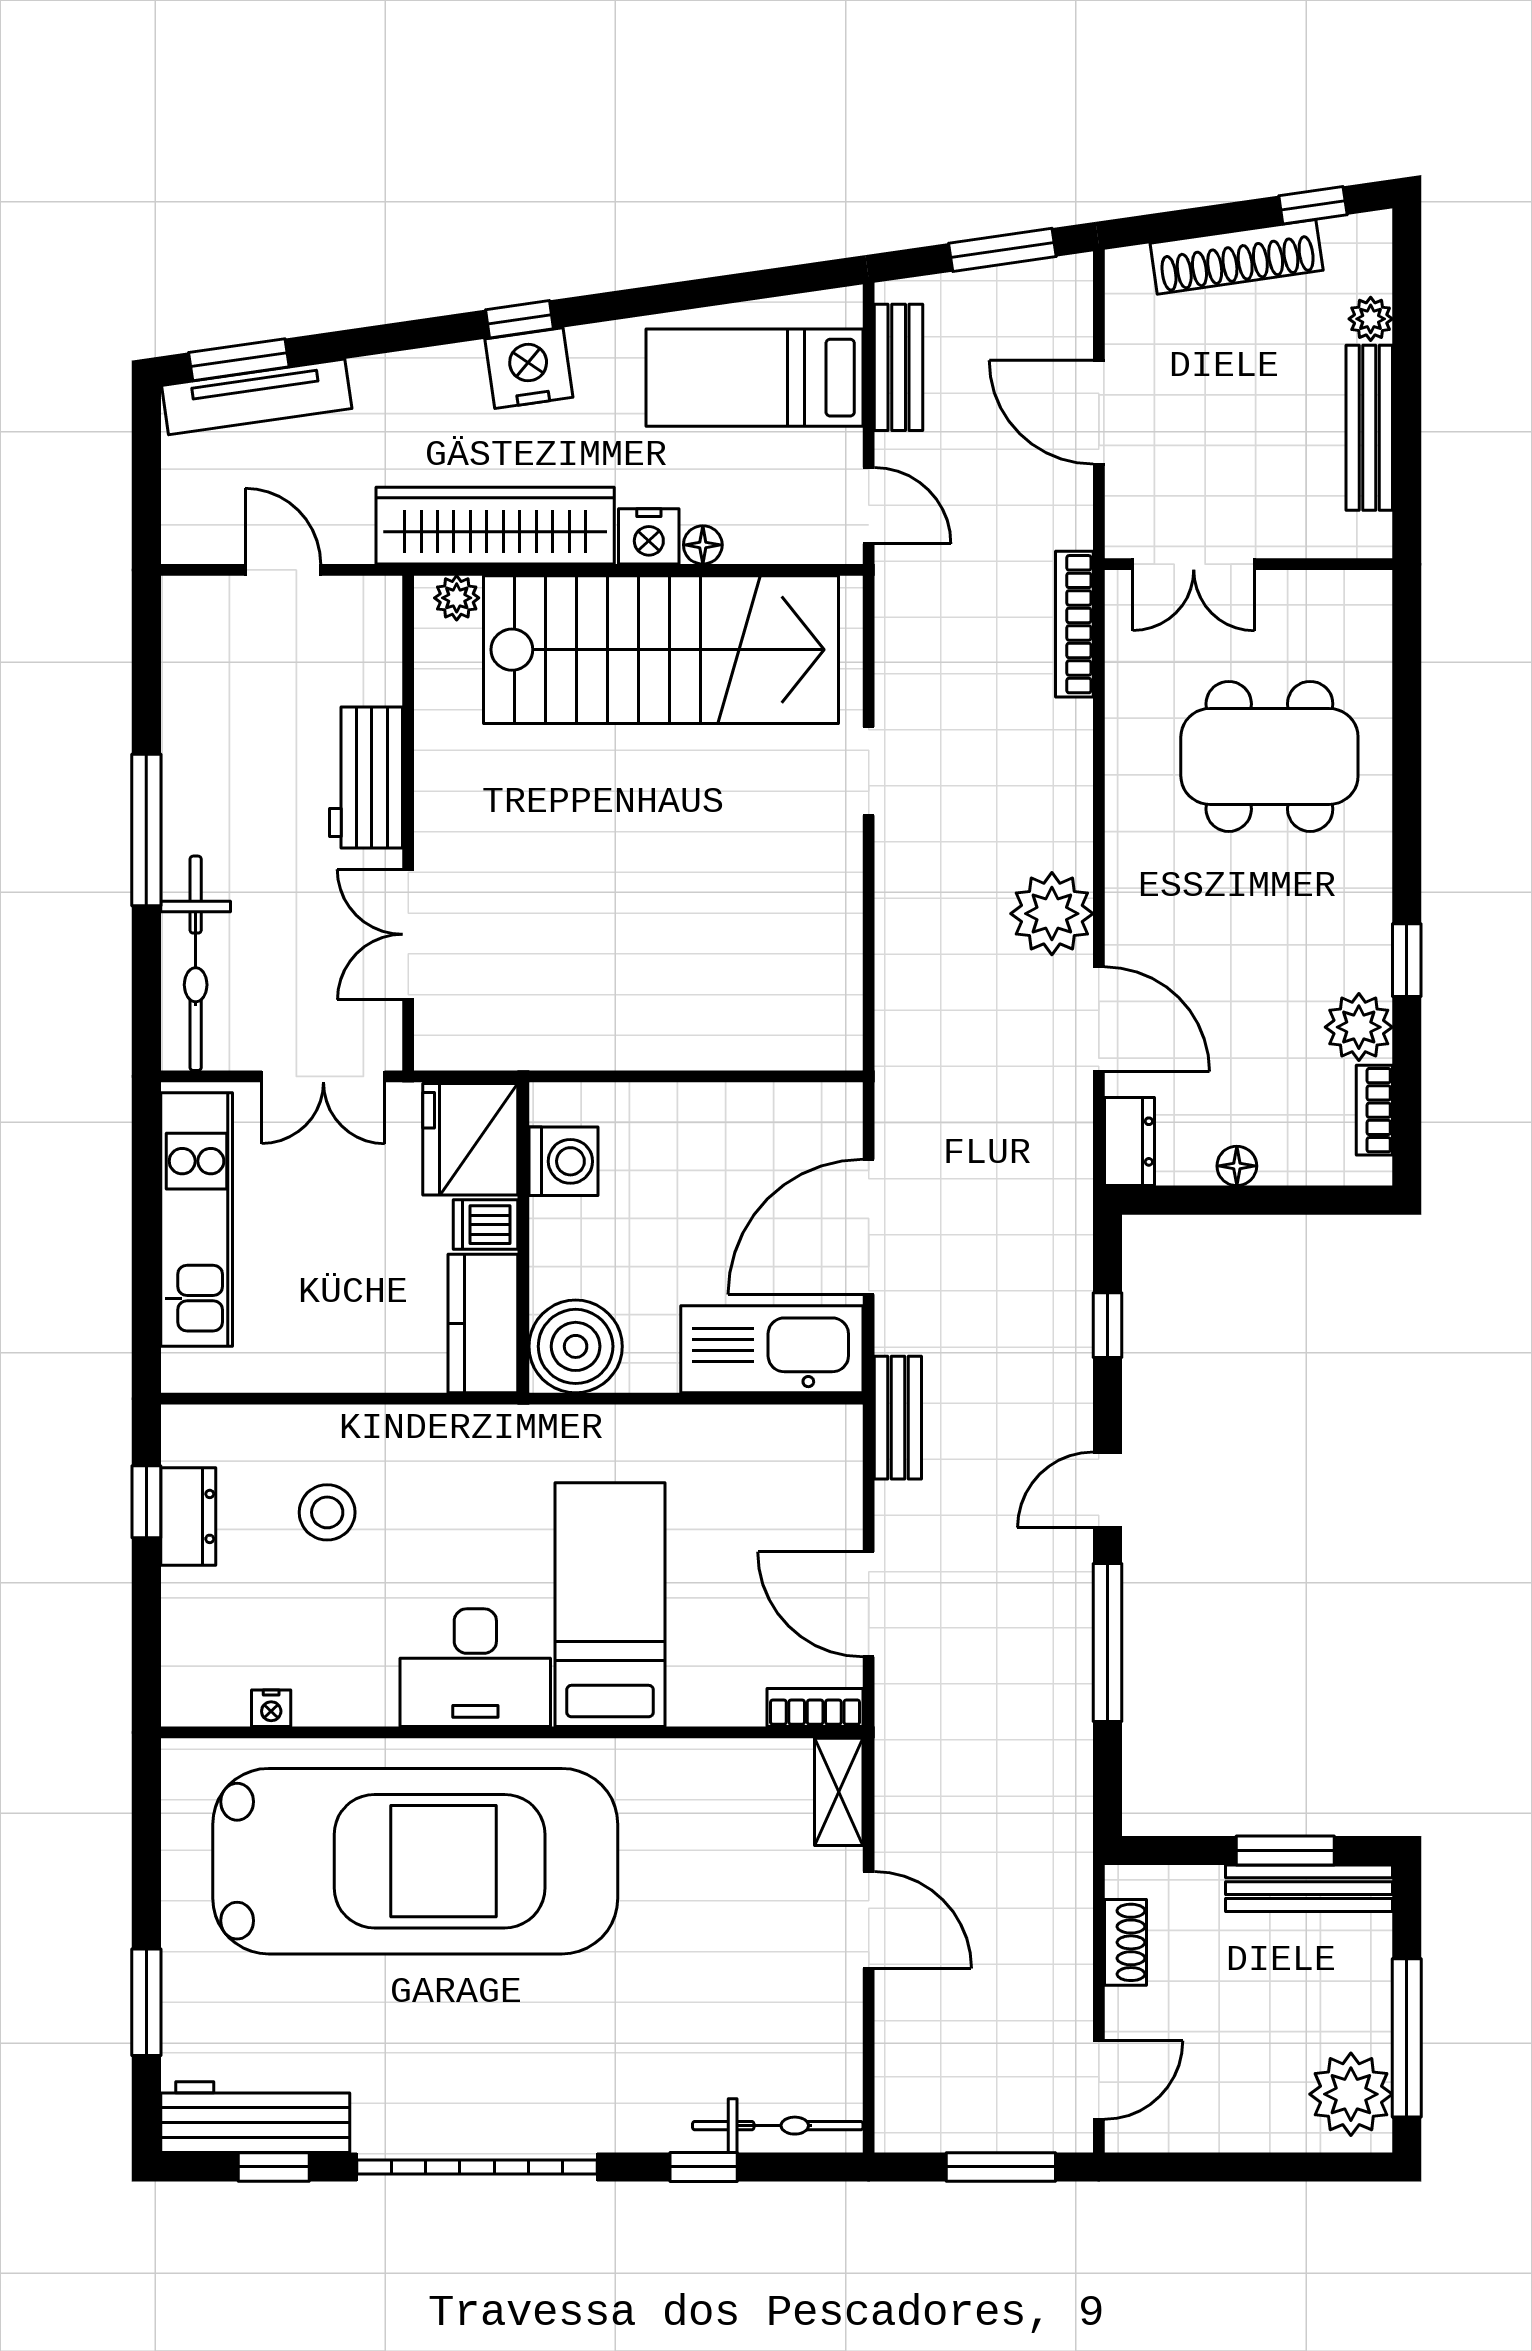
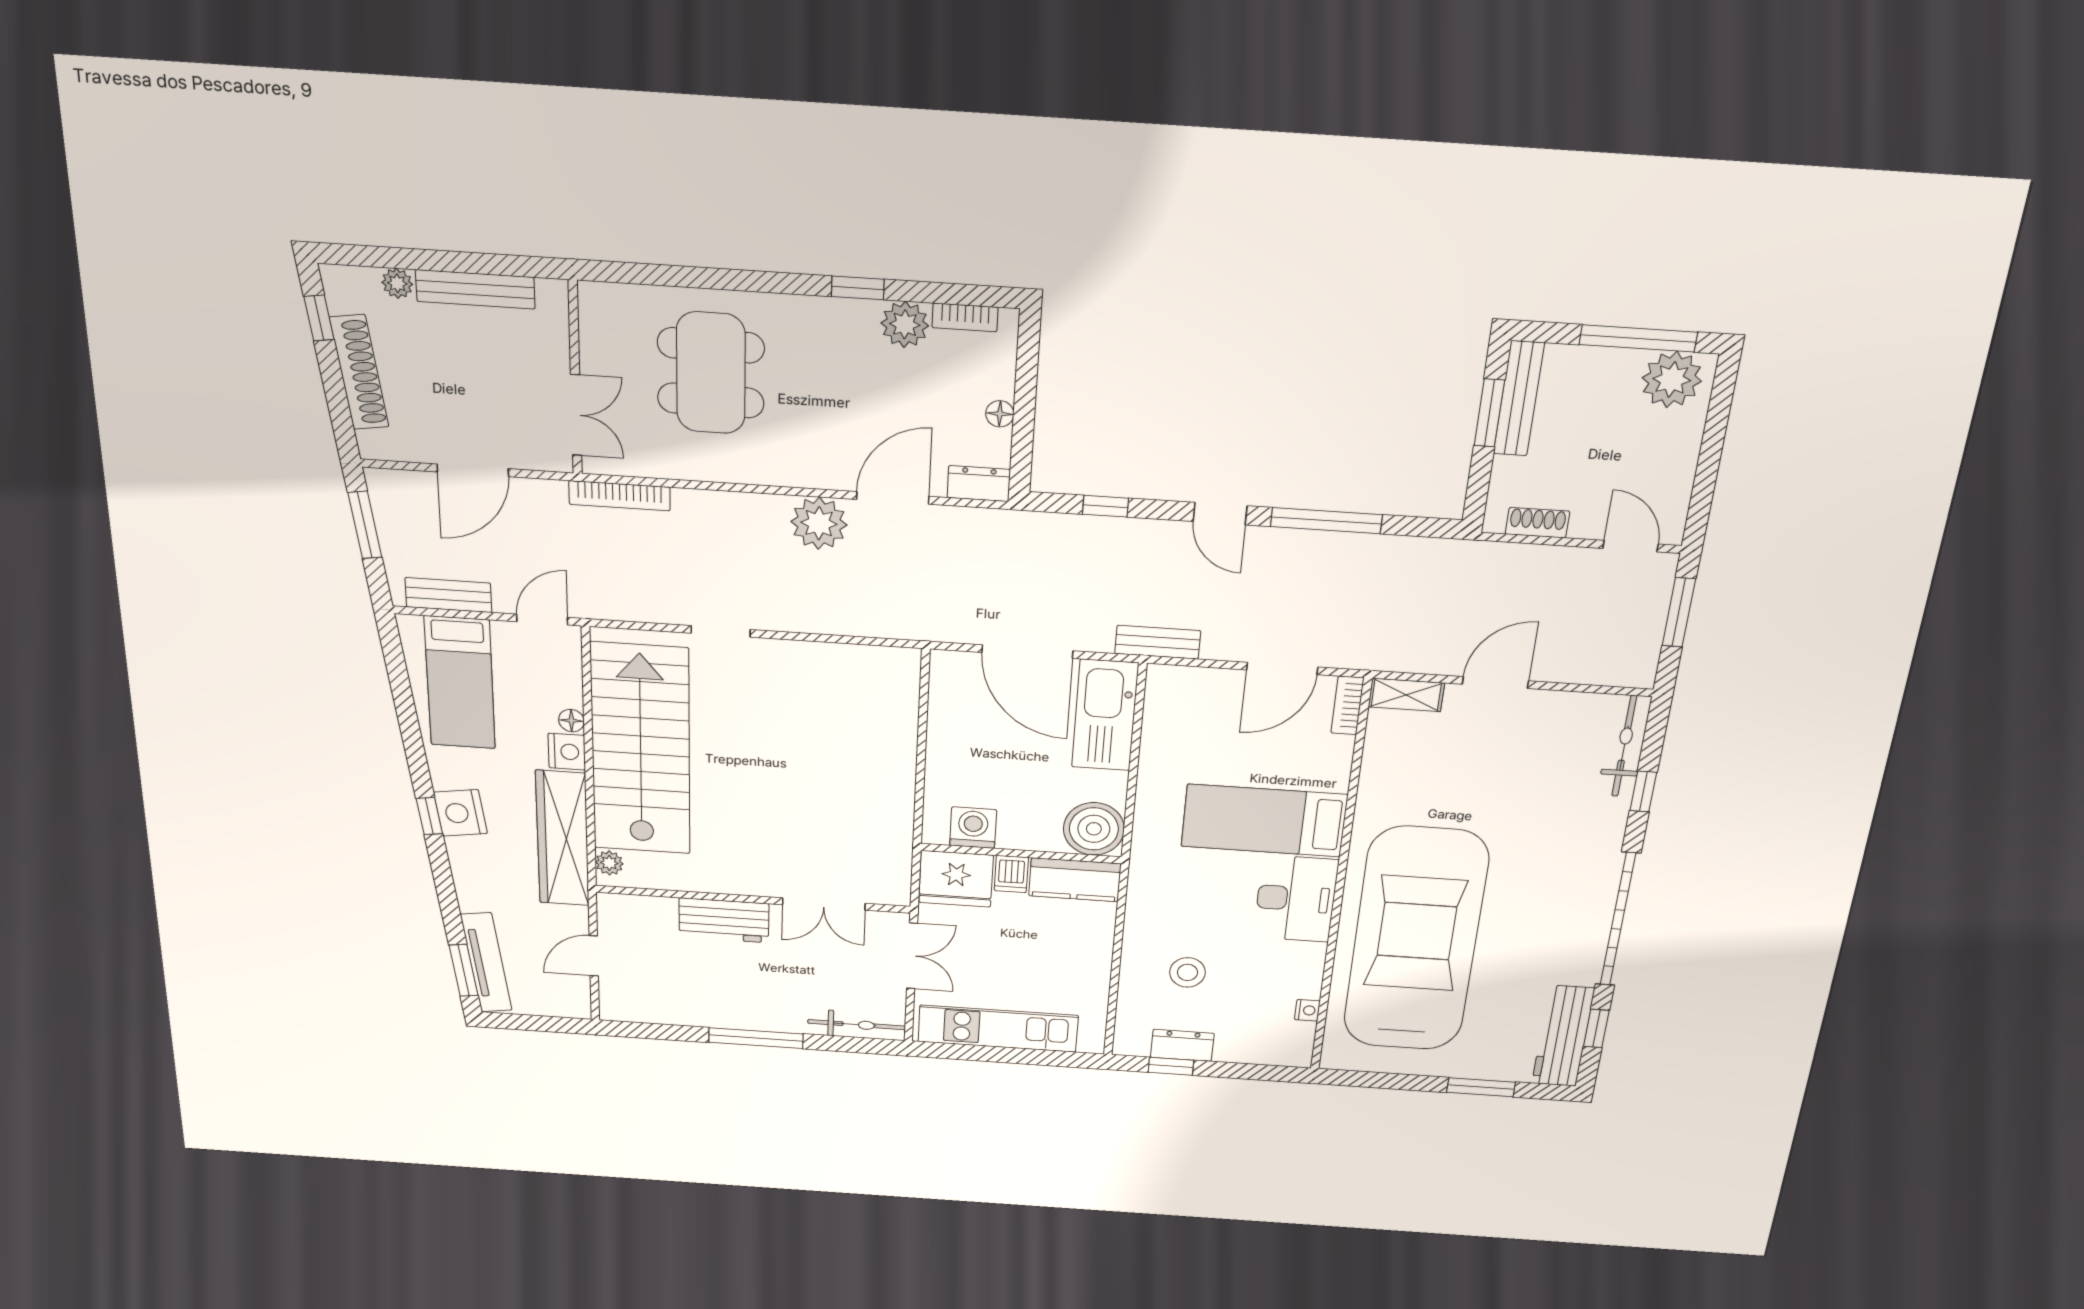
bicycle: (196, 963) -> (857, 1025), width x0.73, depth x0.71

